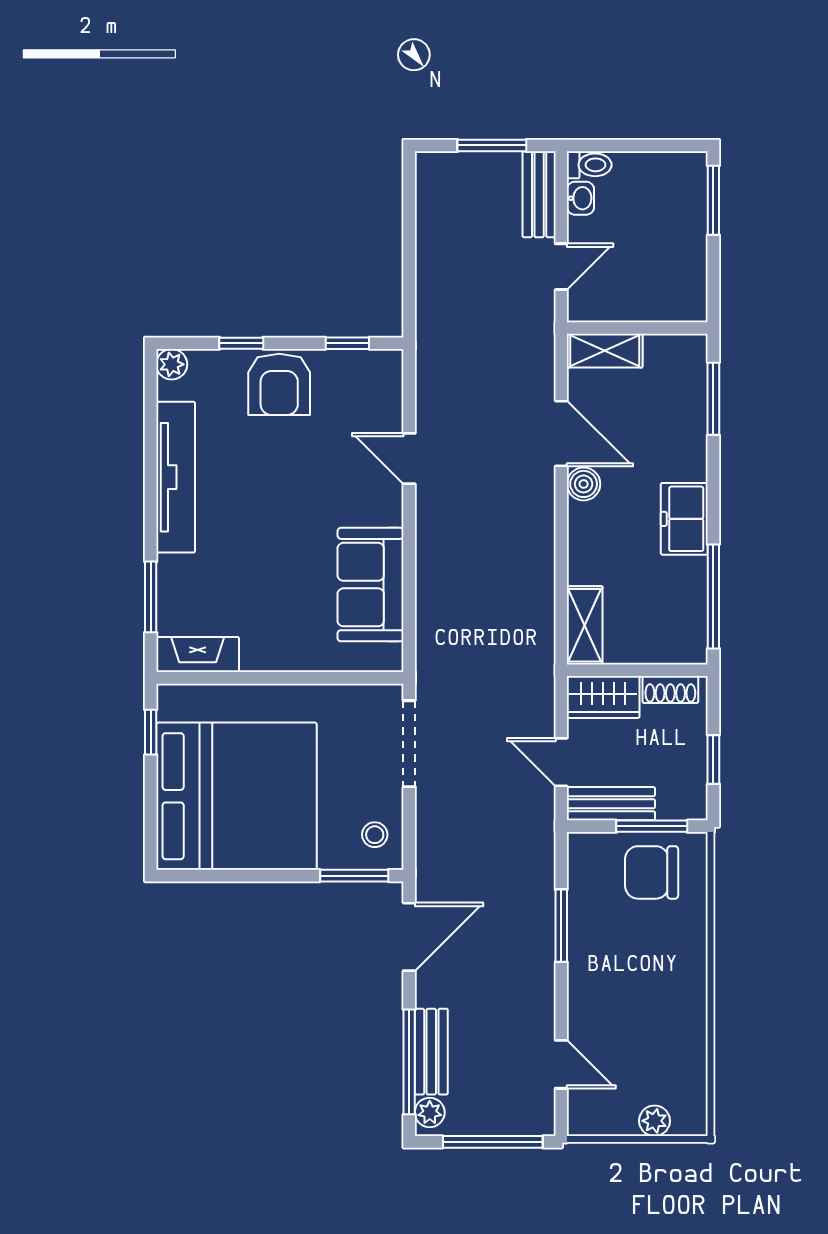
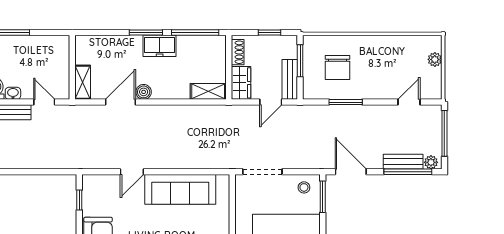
window: (713, 399) -> (146, 33), moved
sofa: (371, 585) -> (180, 189), width x1.36
chair: (652, 872) -> (338, 68), moved

